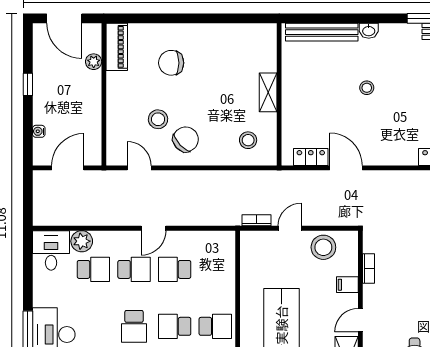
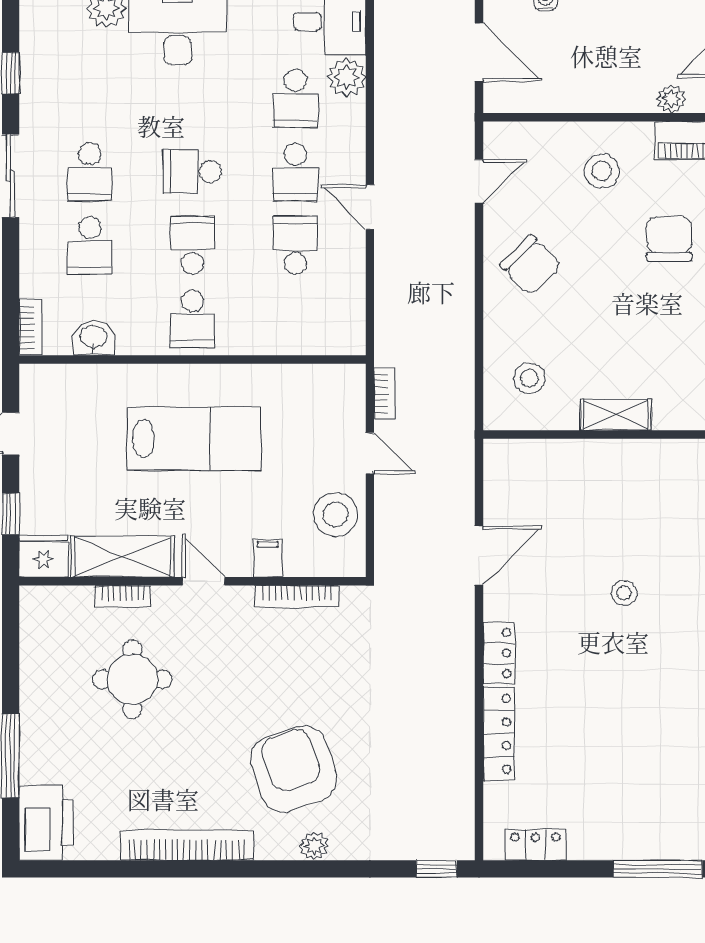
stool: (158, 119) -> (602, 171), moved
locker: (311, 157) -> (499, 653), moved
bookcase: (368, 269) -> (297, 596), width x1.56

